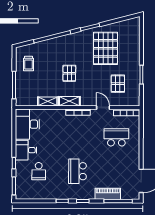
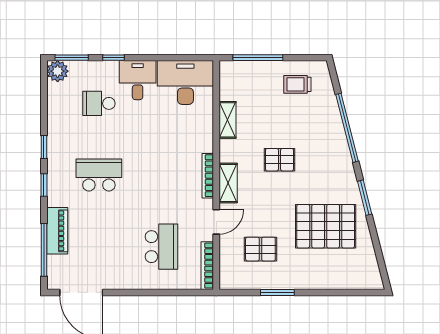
shelving: (69, 101) -> (228, 183), moved
plant: (21, 194) -> (58, 71), added

